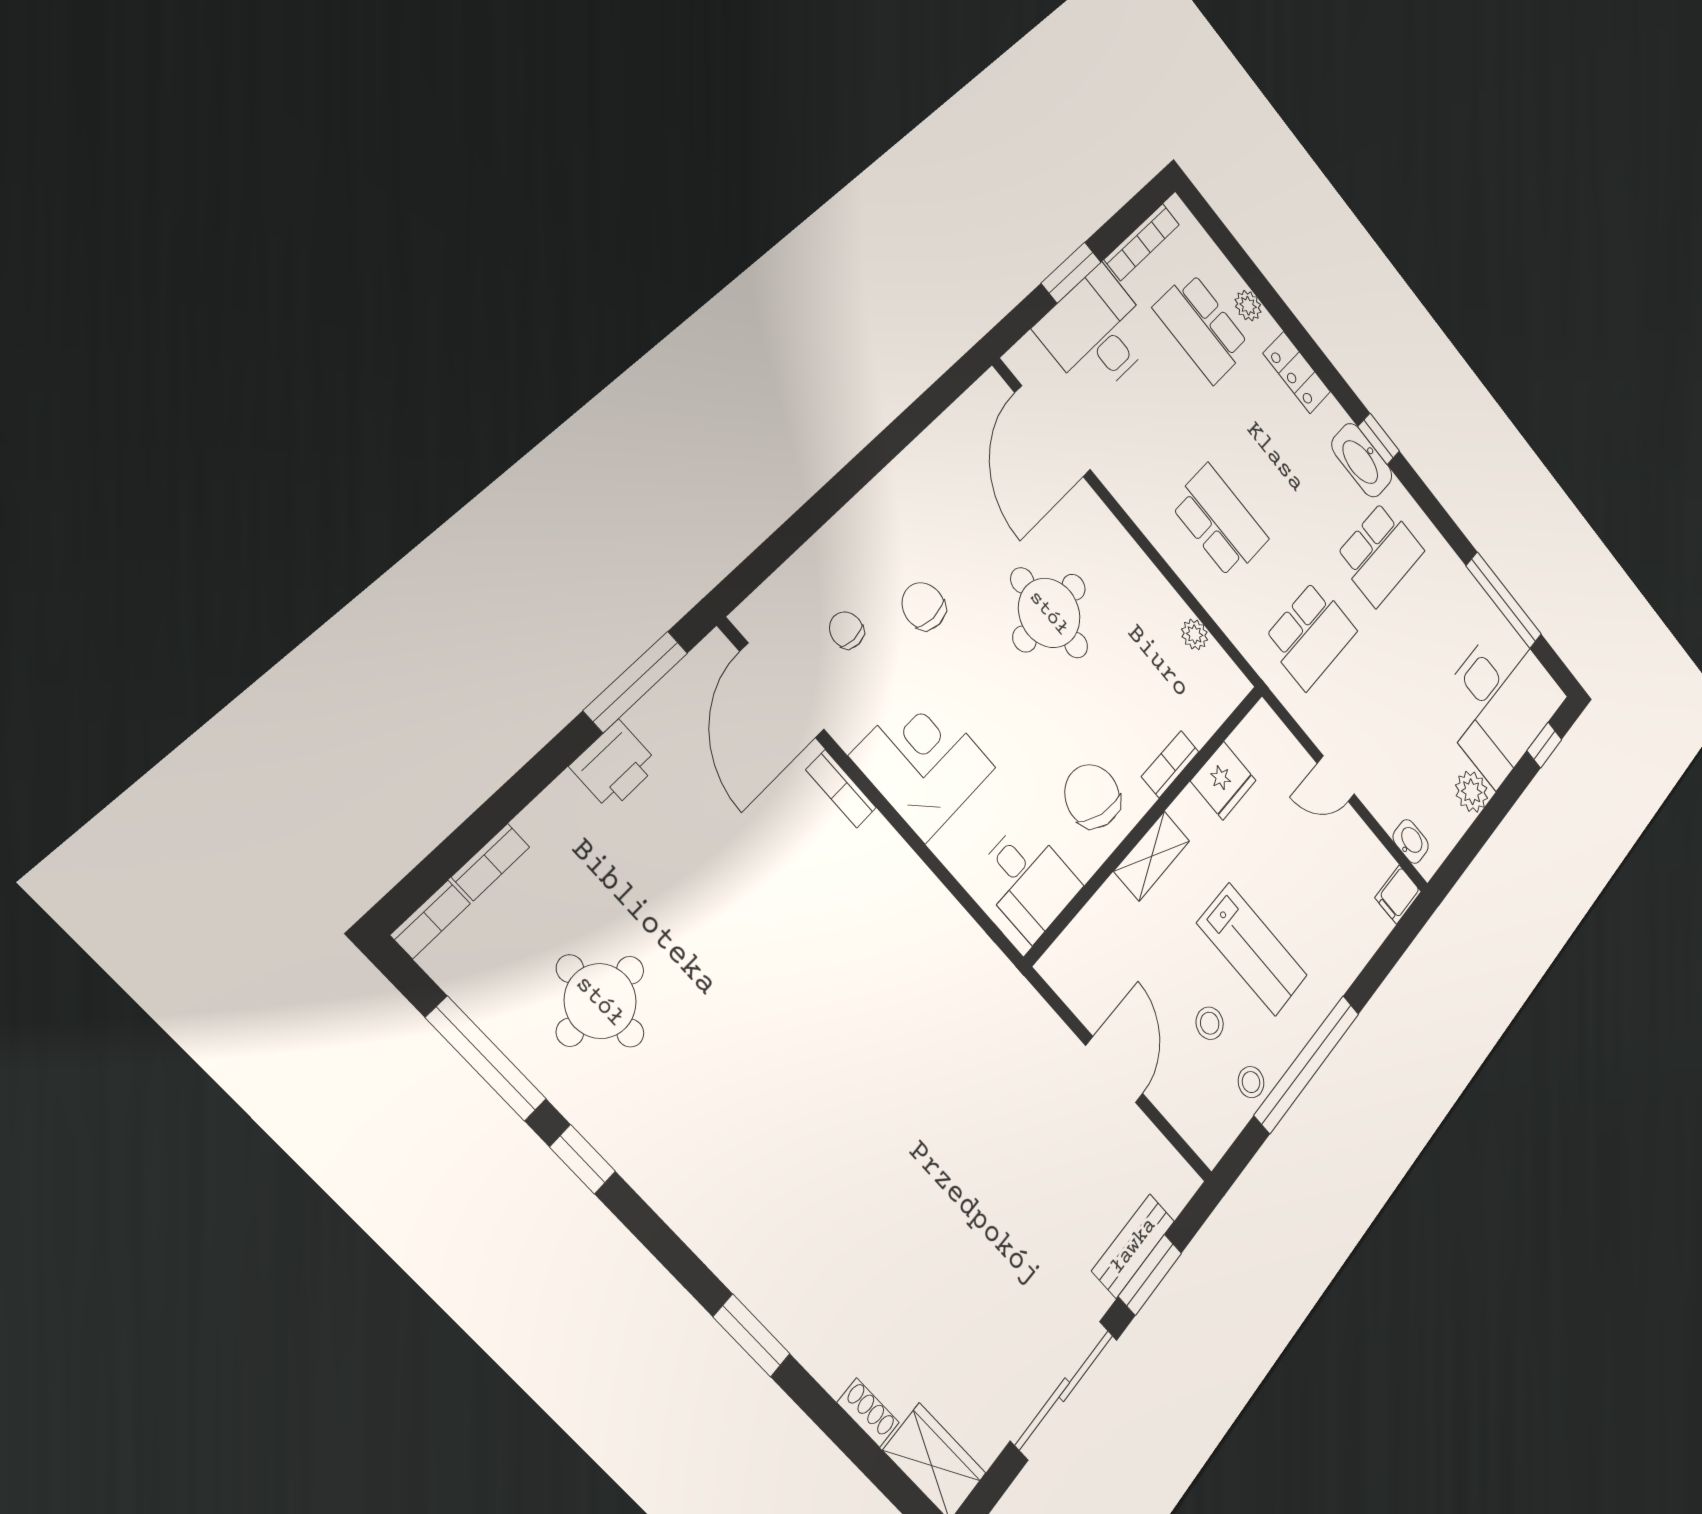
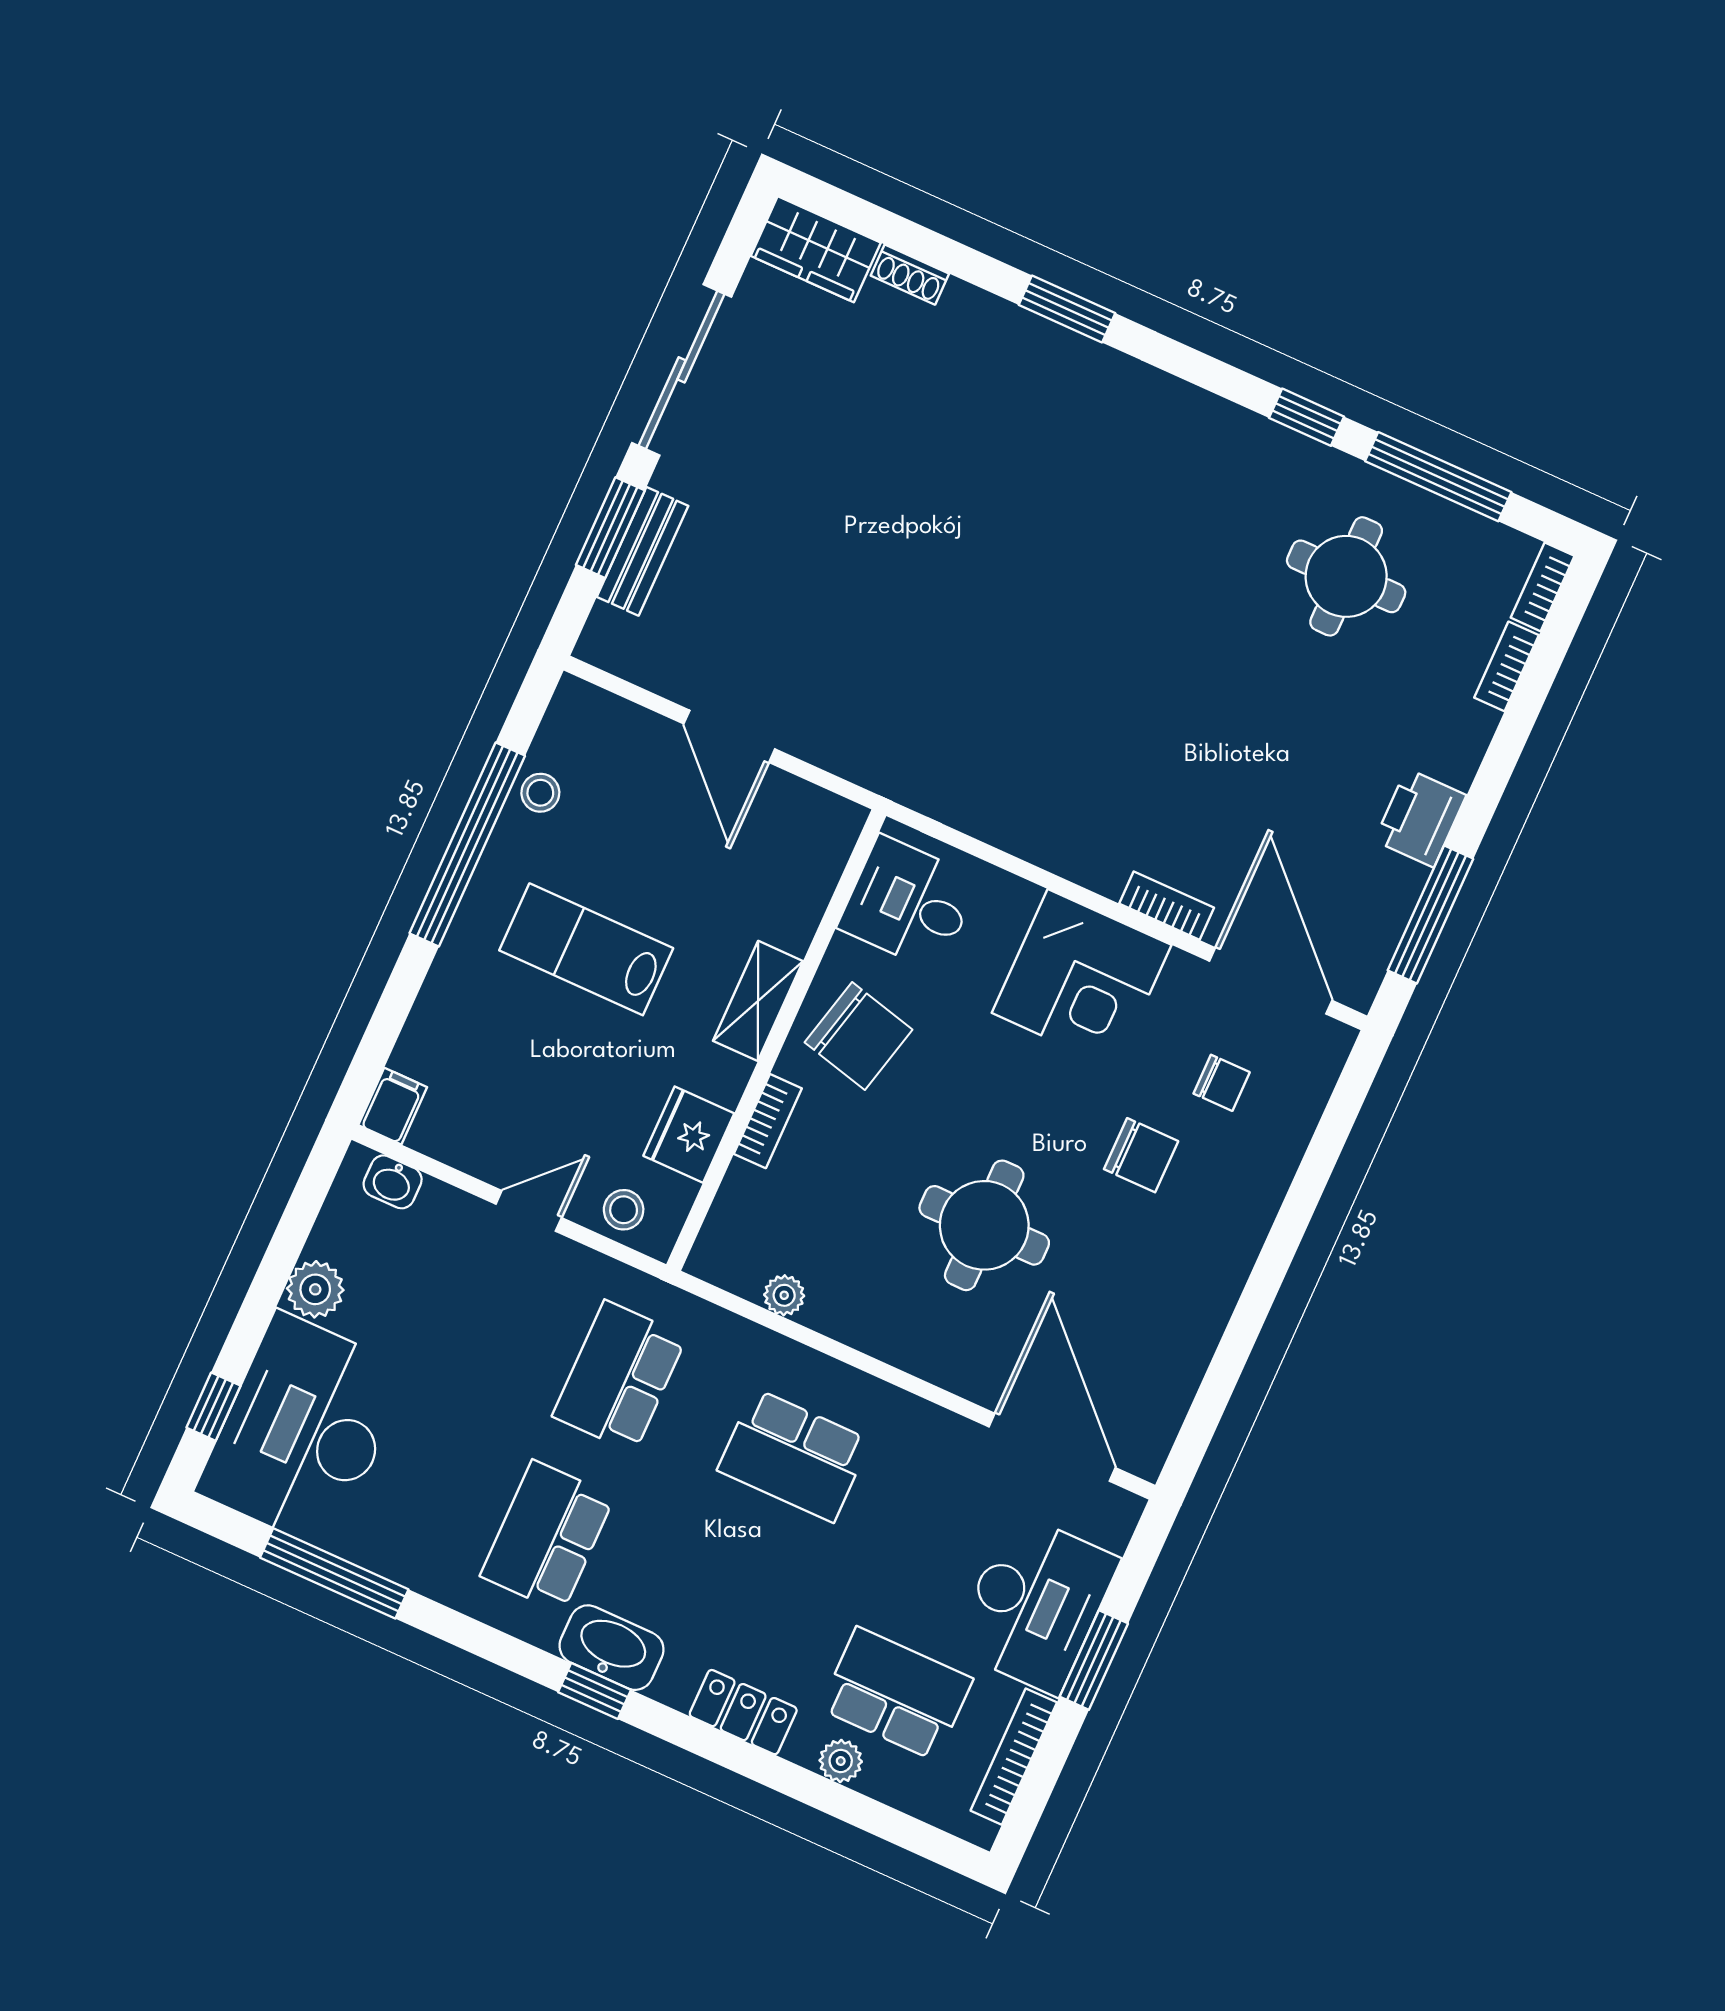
stool: (1210, 1023) -> (624, 1210), moved

